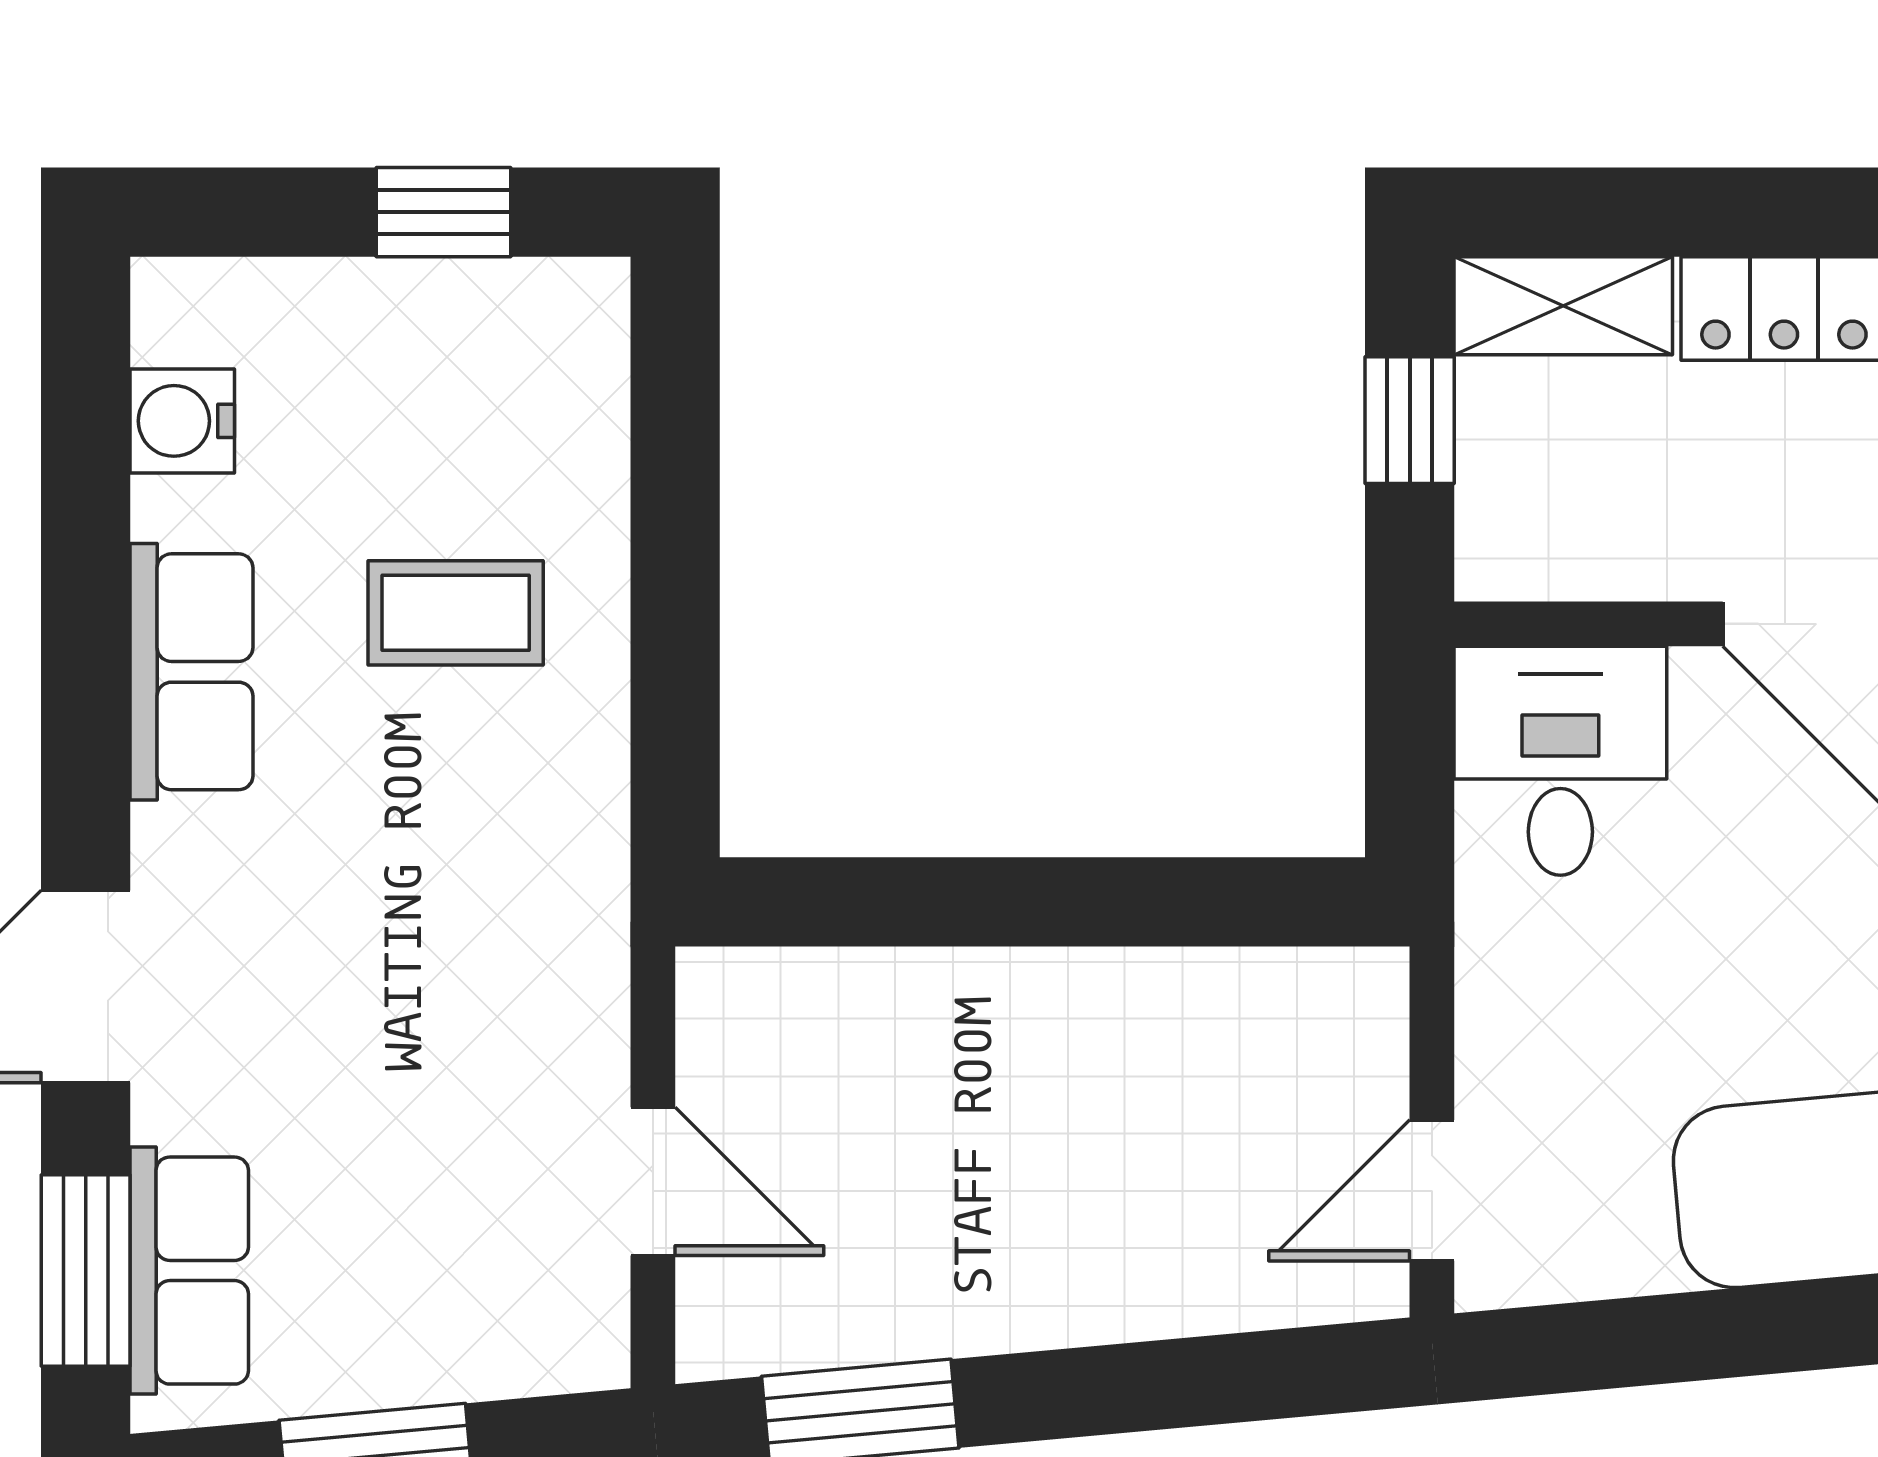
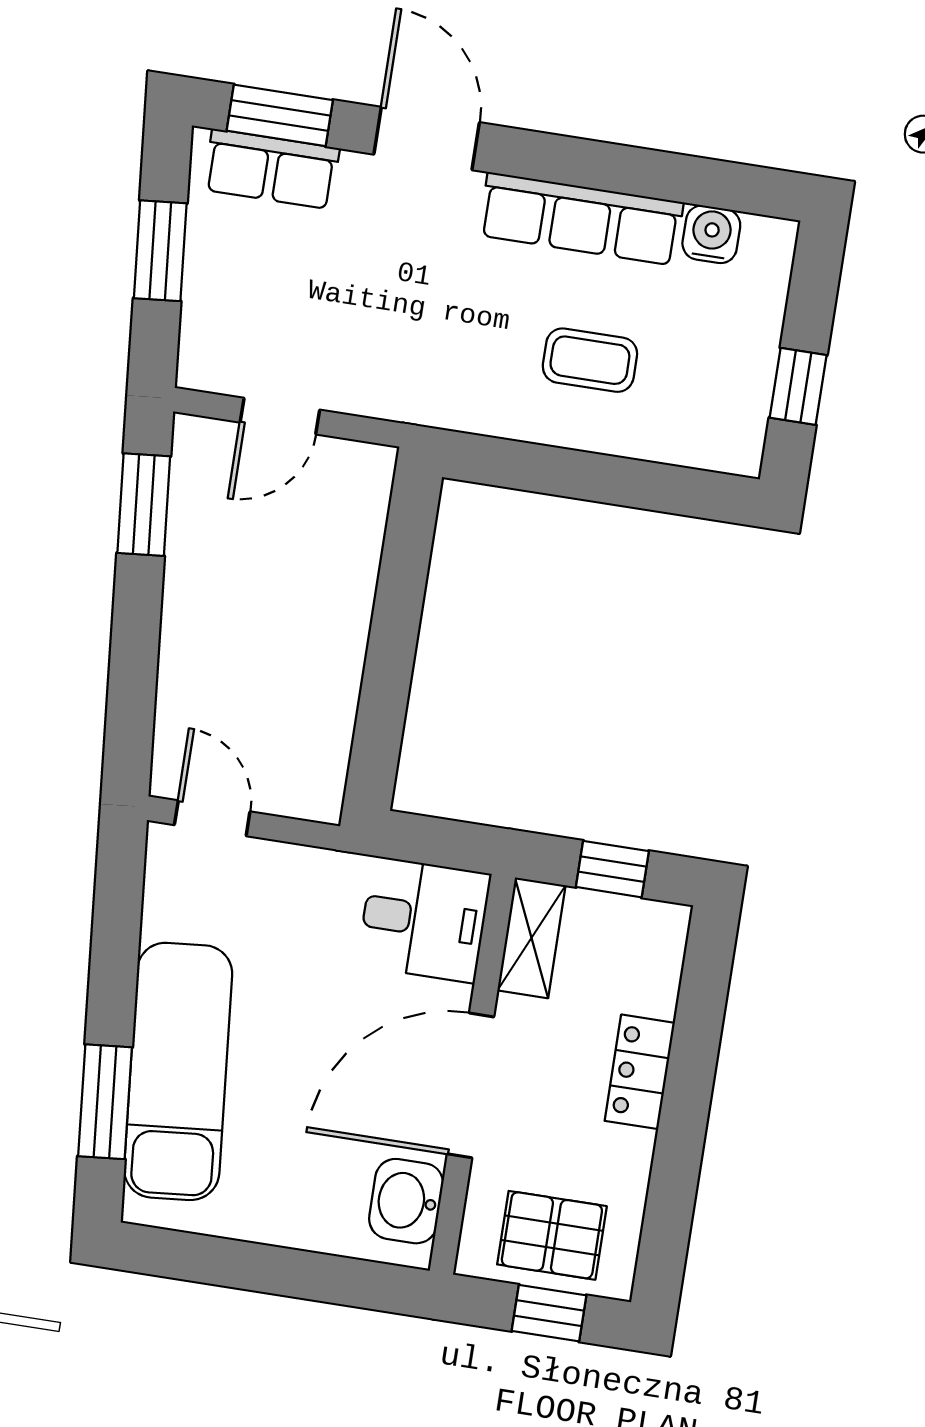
shelving: (1563, 306) -> (532, 938), moved
coffee table: (456, 613) -> (590, 360), turned 90
row of seats: (191, 672) -> (581, 219), width x1.48

